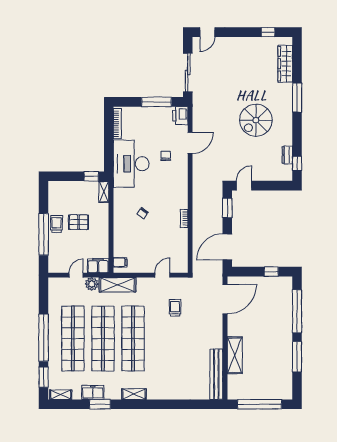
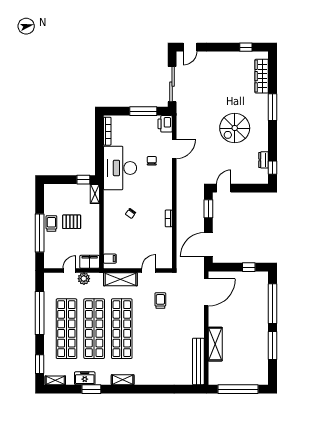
shelving: (117, 285) -> (120, 279), moved
window: (44, 338) -> (40, 313), moved

